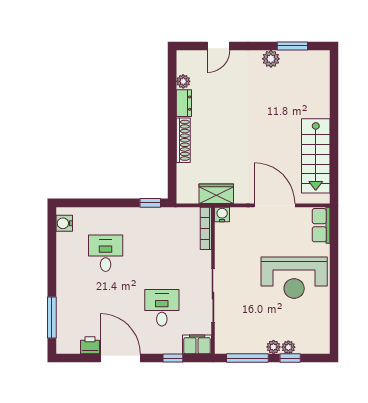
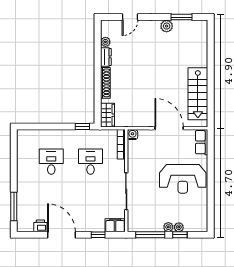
wardrobe: (216, 194) -> (107, 115), moved, turned 90
water cooler: (64, 223) -> (22, 141), removed
desk: (162, 308) -> (90, 162), moved

